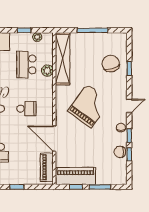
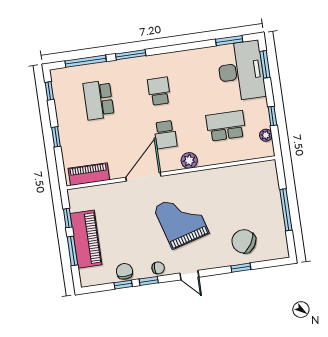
shelving: (63, 59) -> (241, 174), removed
chair: (111, 64) -> (244, 241), turned -130
plant: (47, 71) -> (189, 161), moved
grand piano: (89, 106) -> (181, 220), turned -142
door: (54, 139) -> (143, 177), moved
piano: (75, 176) -> (86, 239), moved

